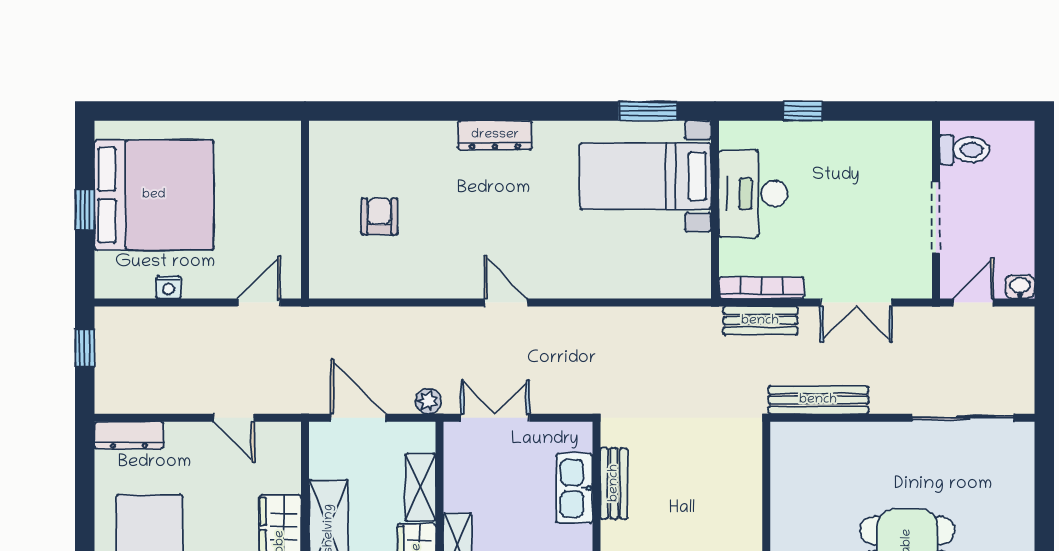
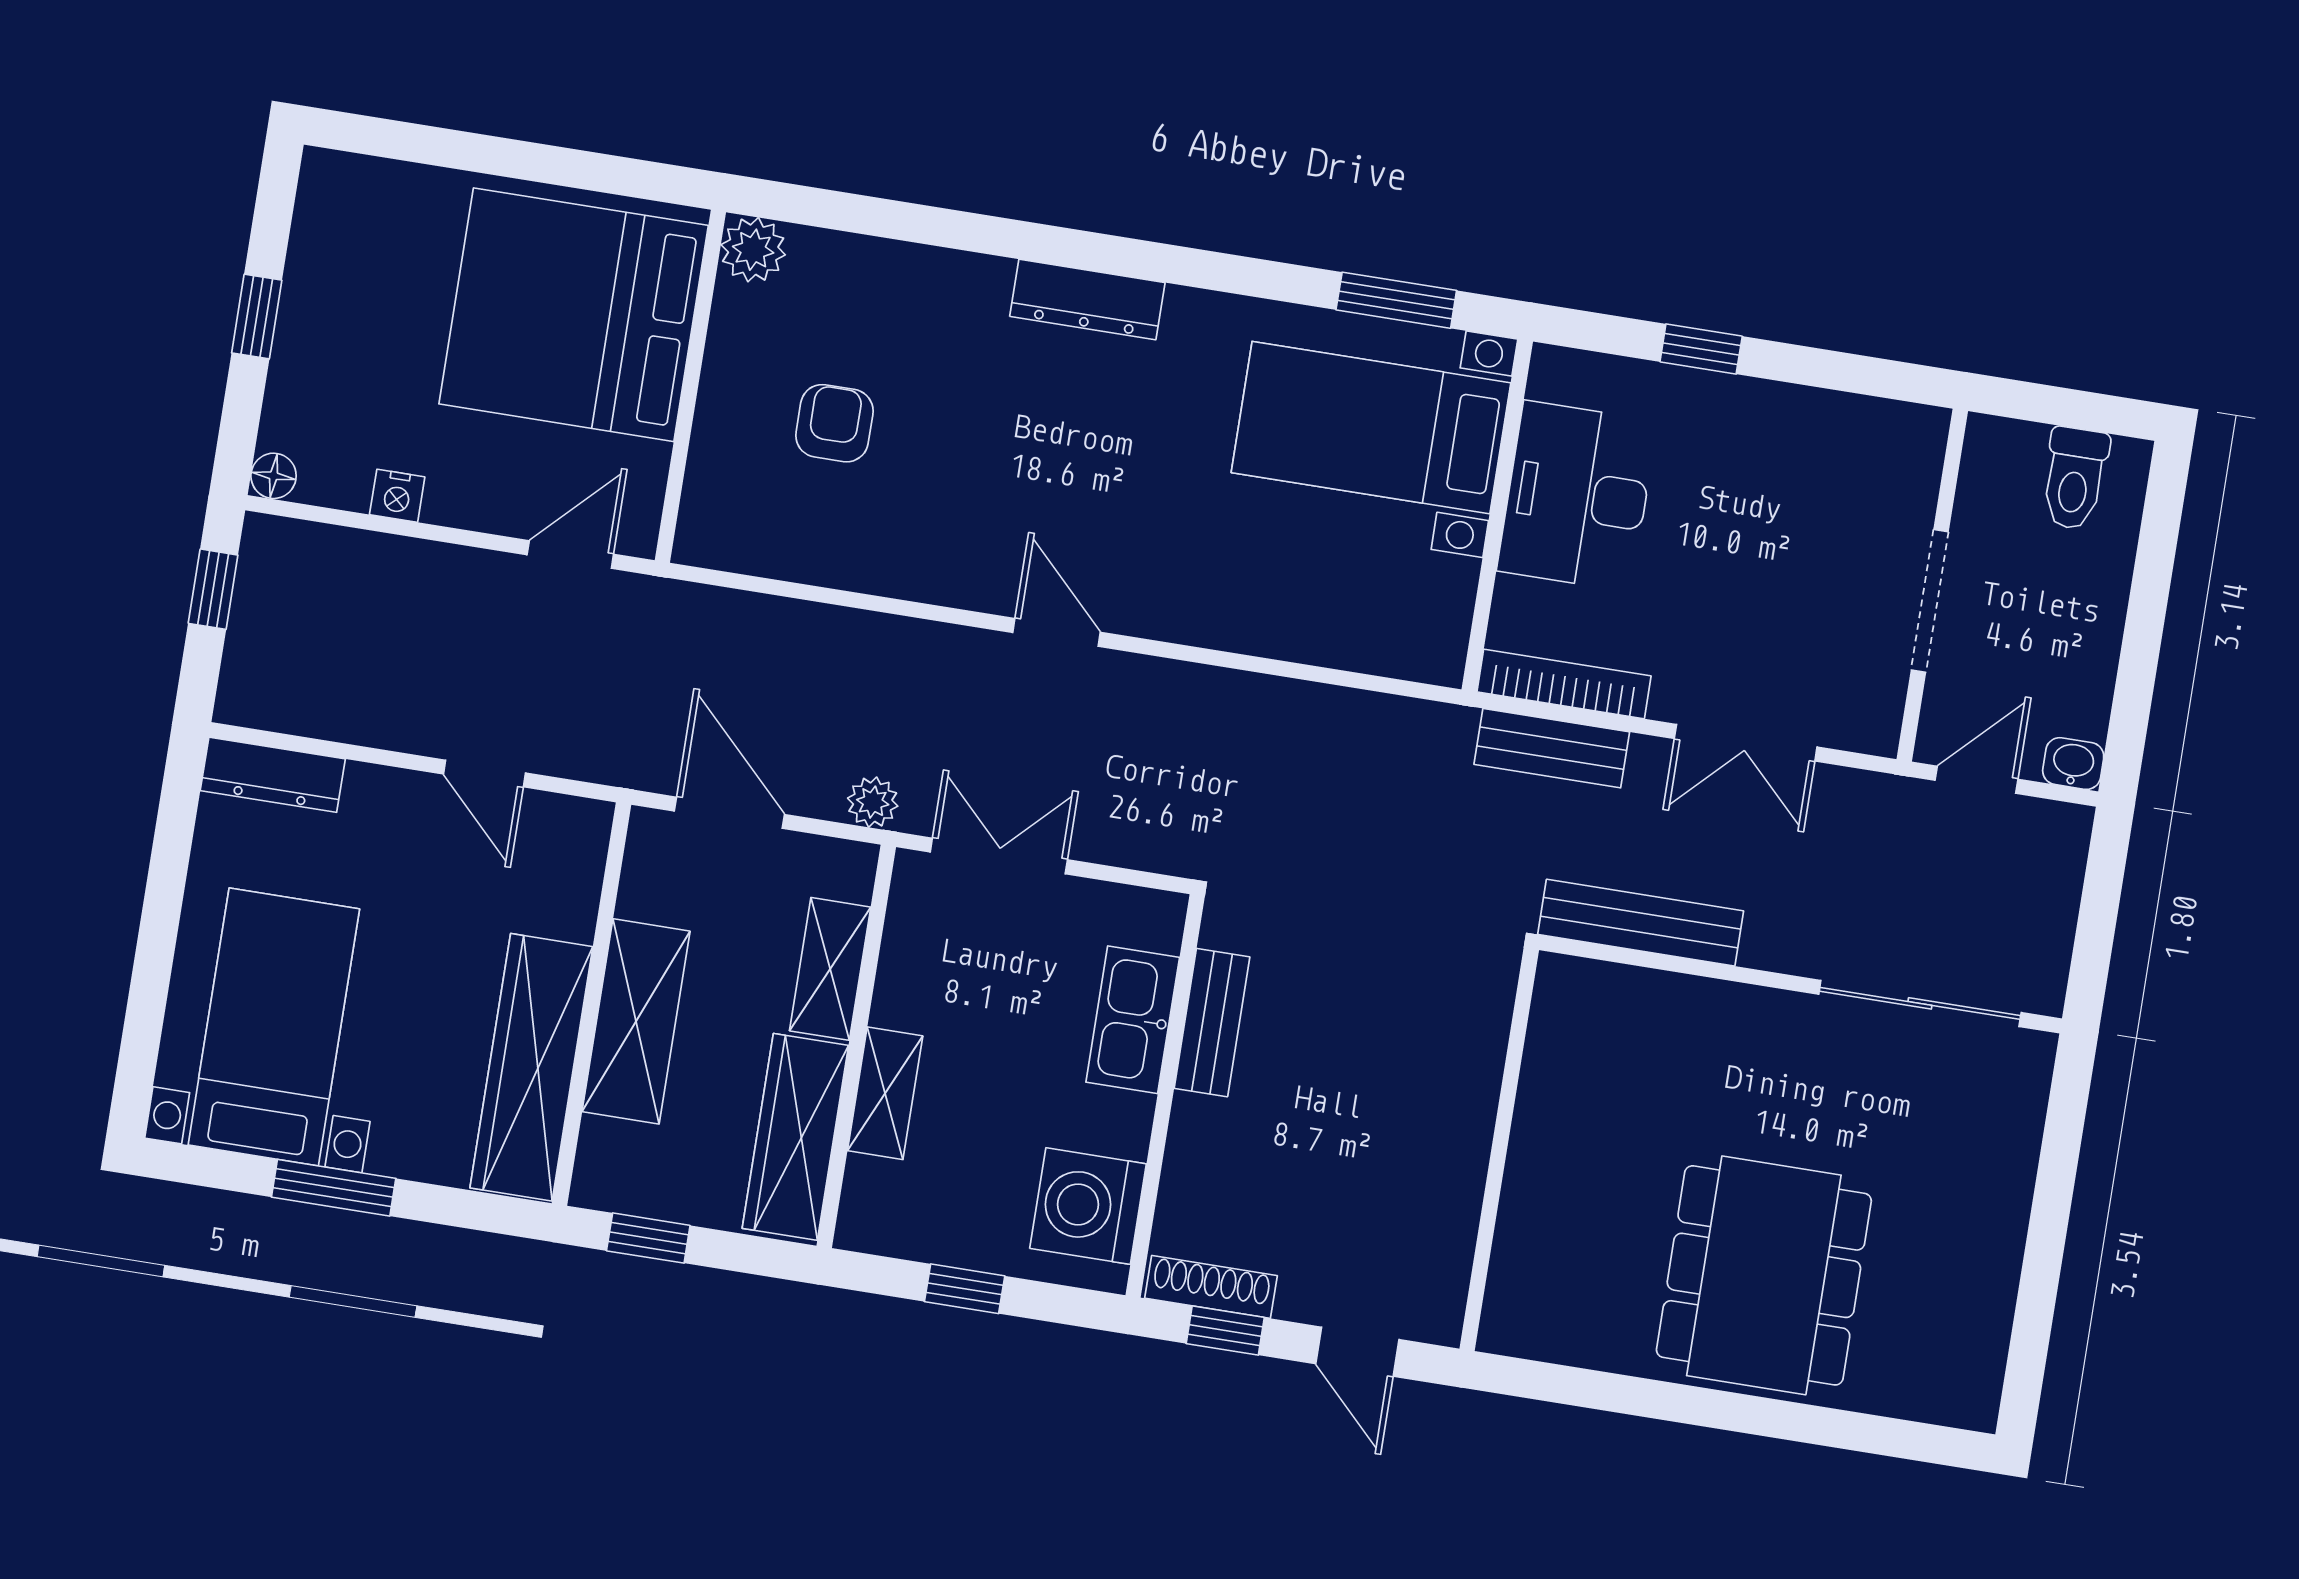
plant: (325, 137) -> (753, 250), added
toilet: (965, 150) -> (2075, 478), moved, turned 90
bed: (154, 195) -> (574, 315), moved, turned 180
floor lamp: (106, 287) -> (274, 476), added

